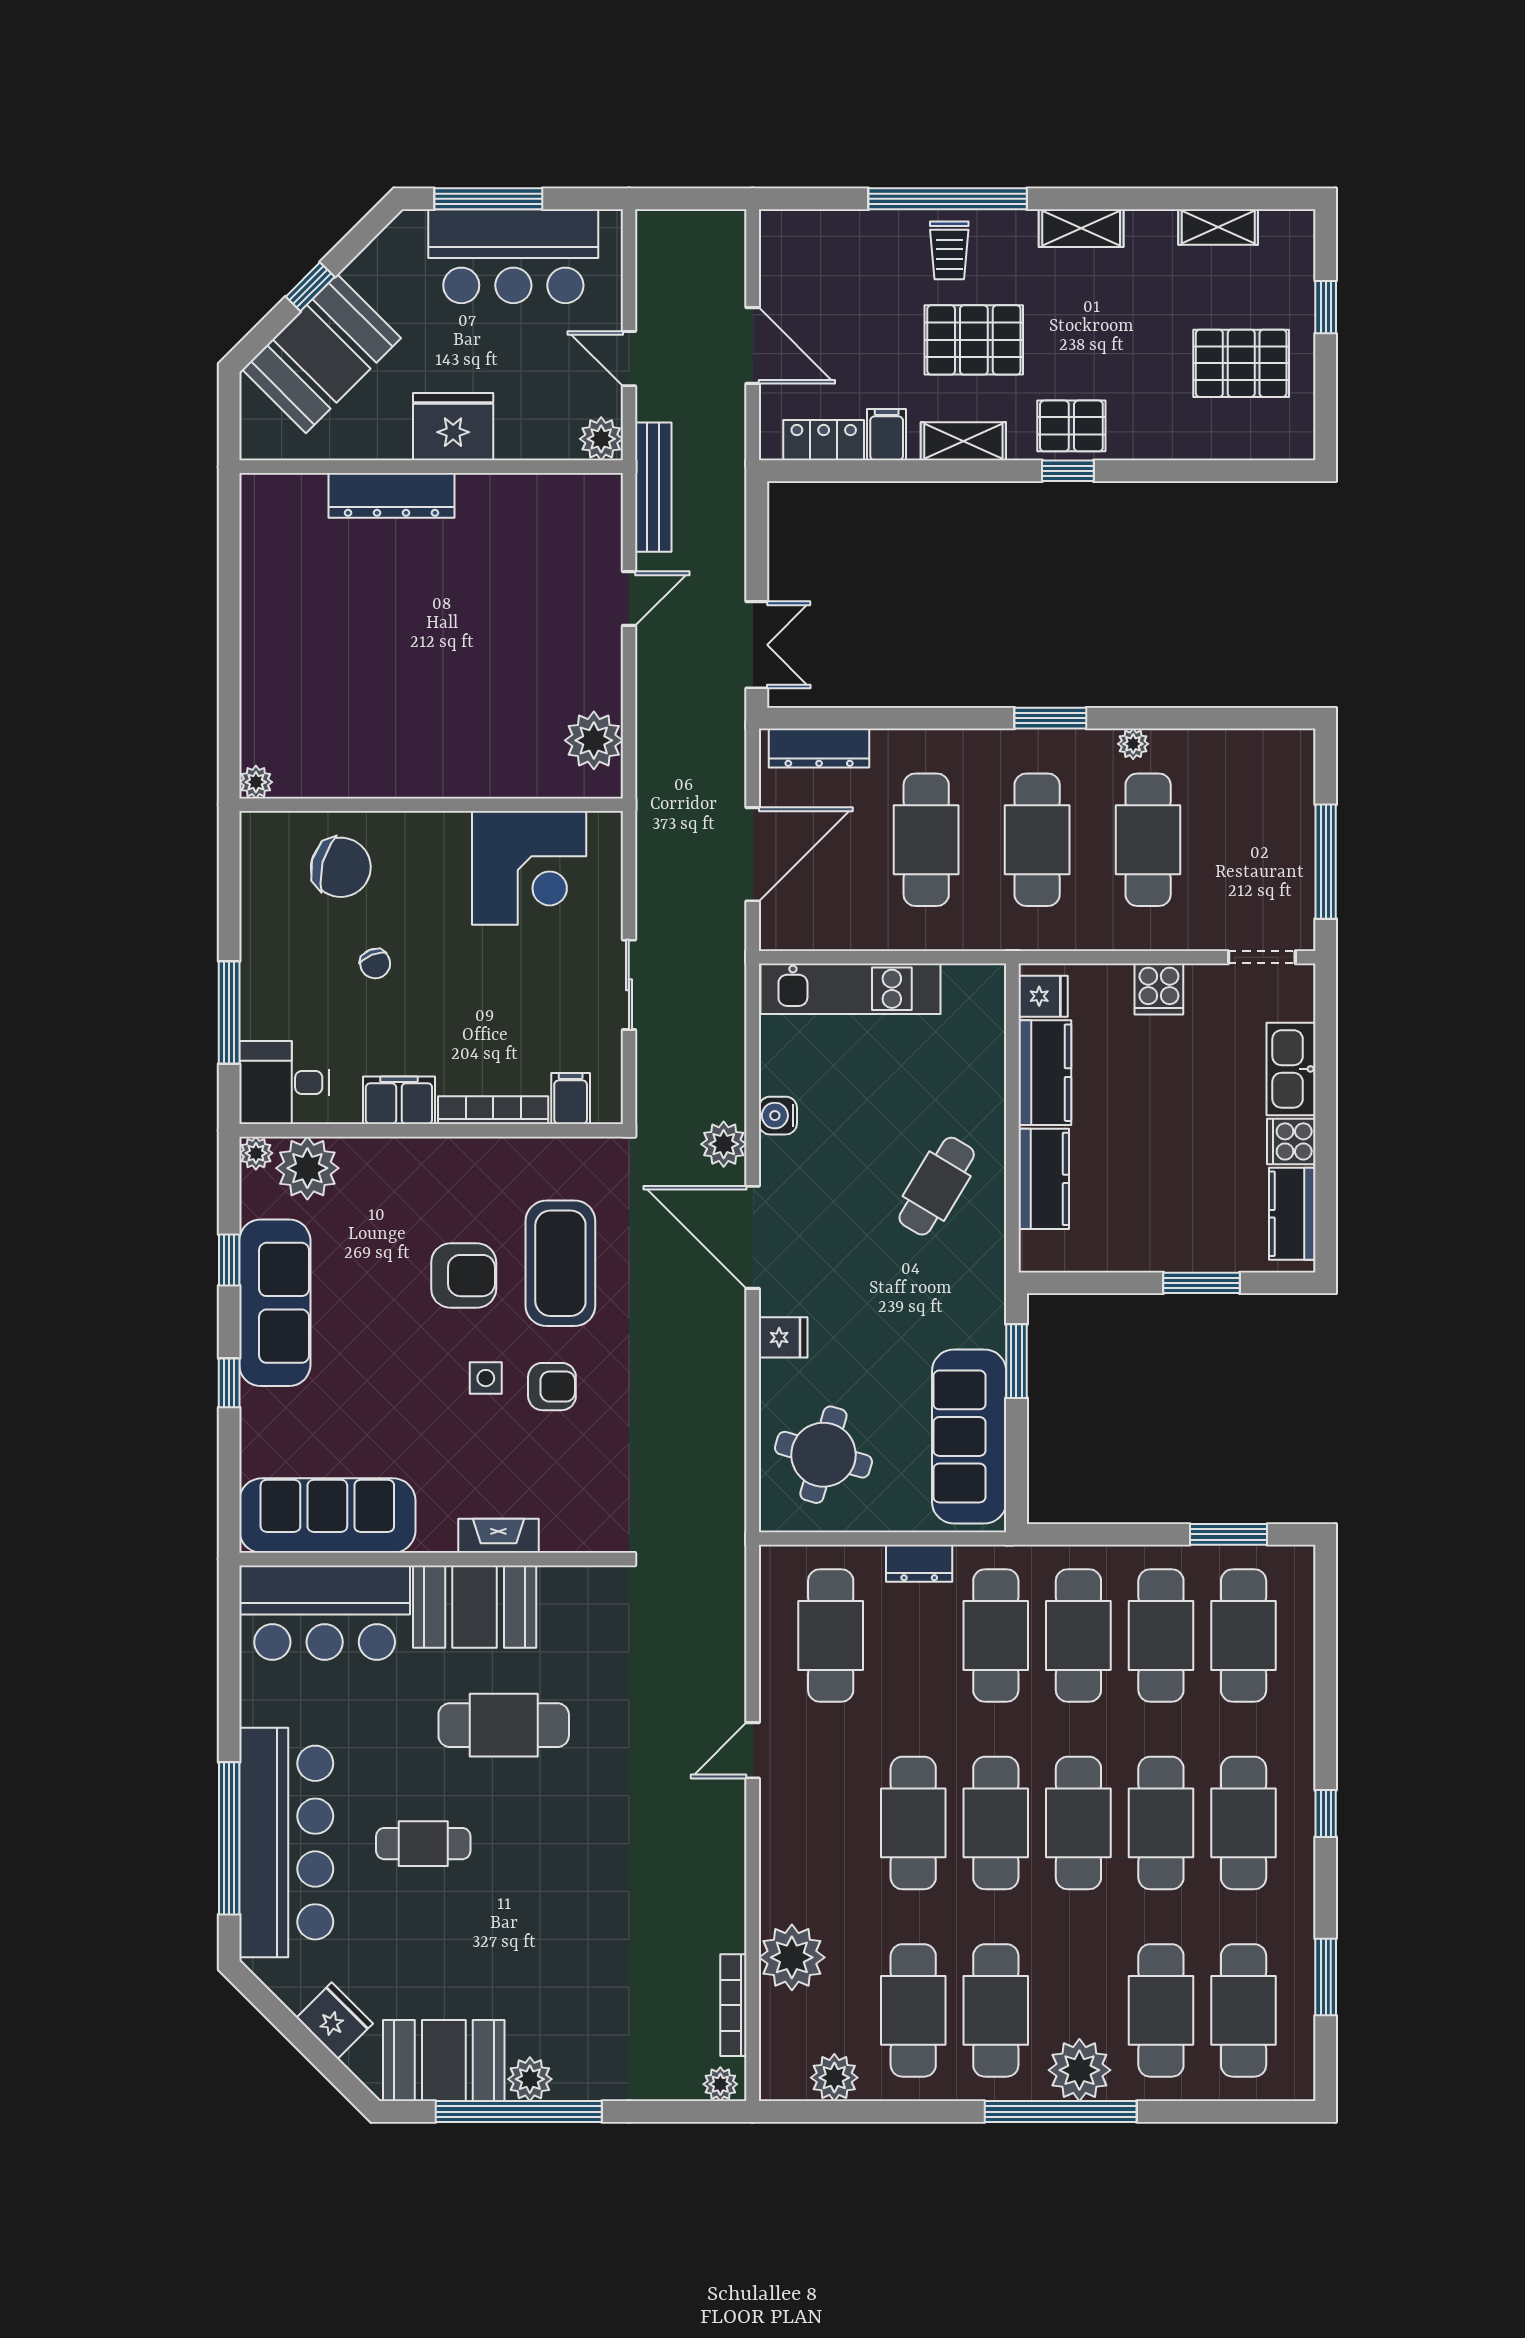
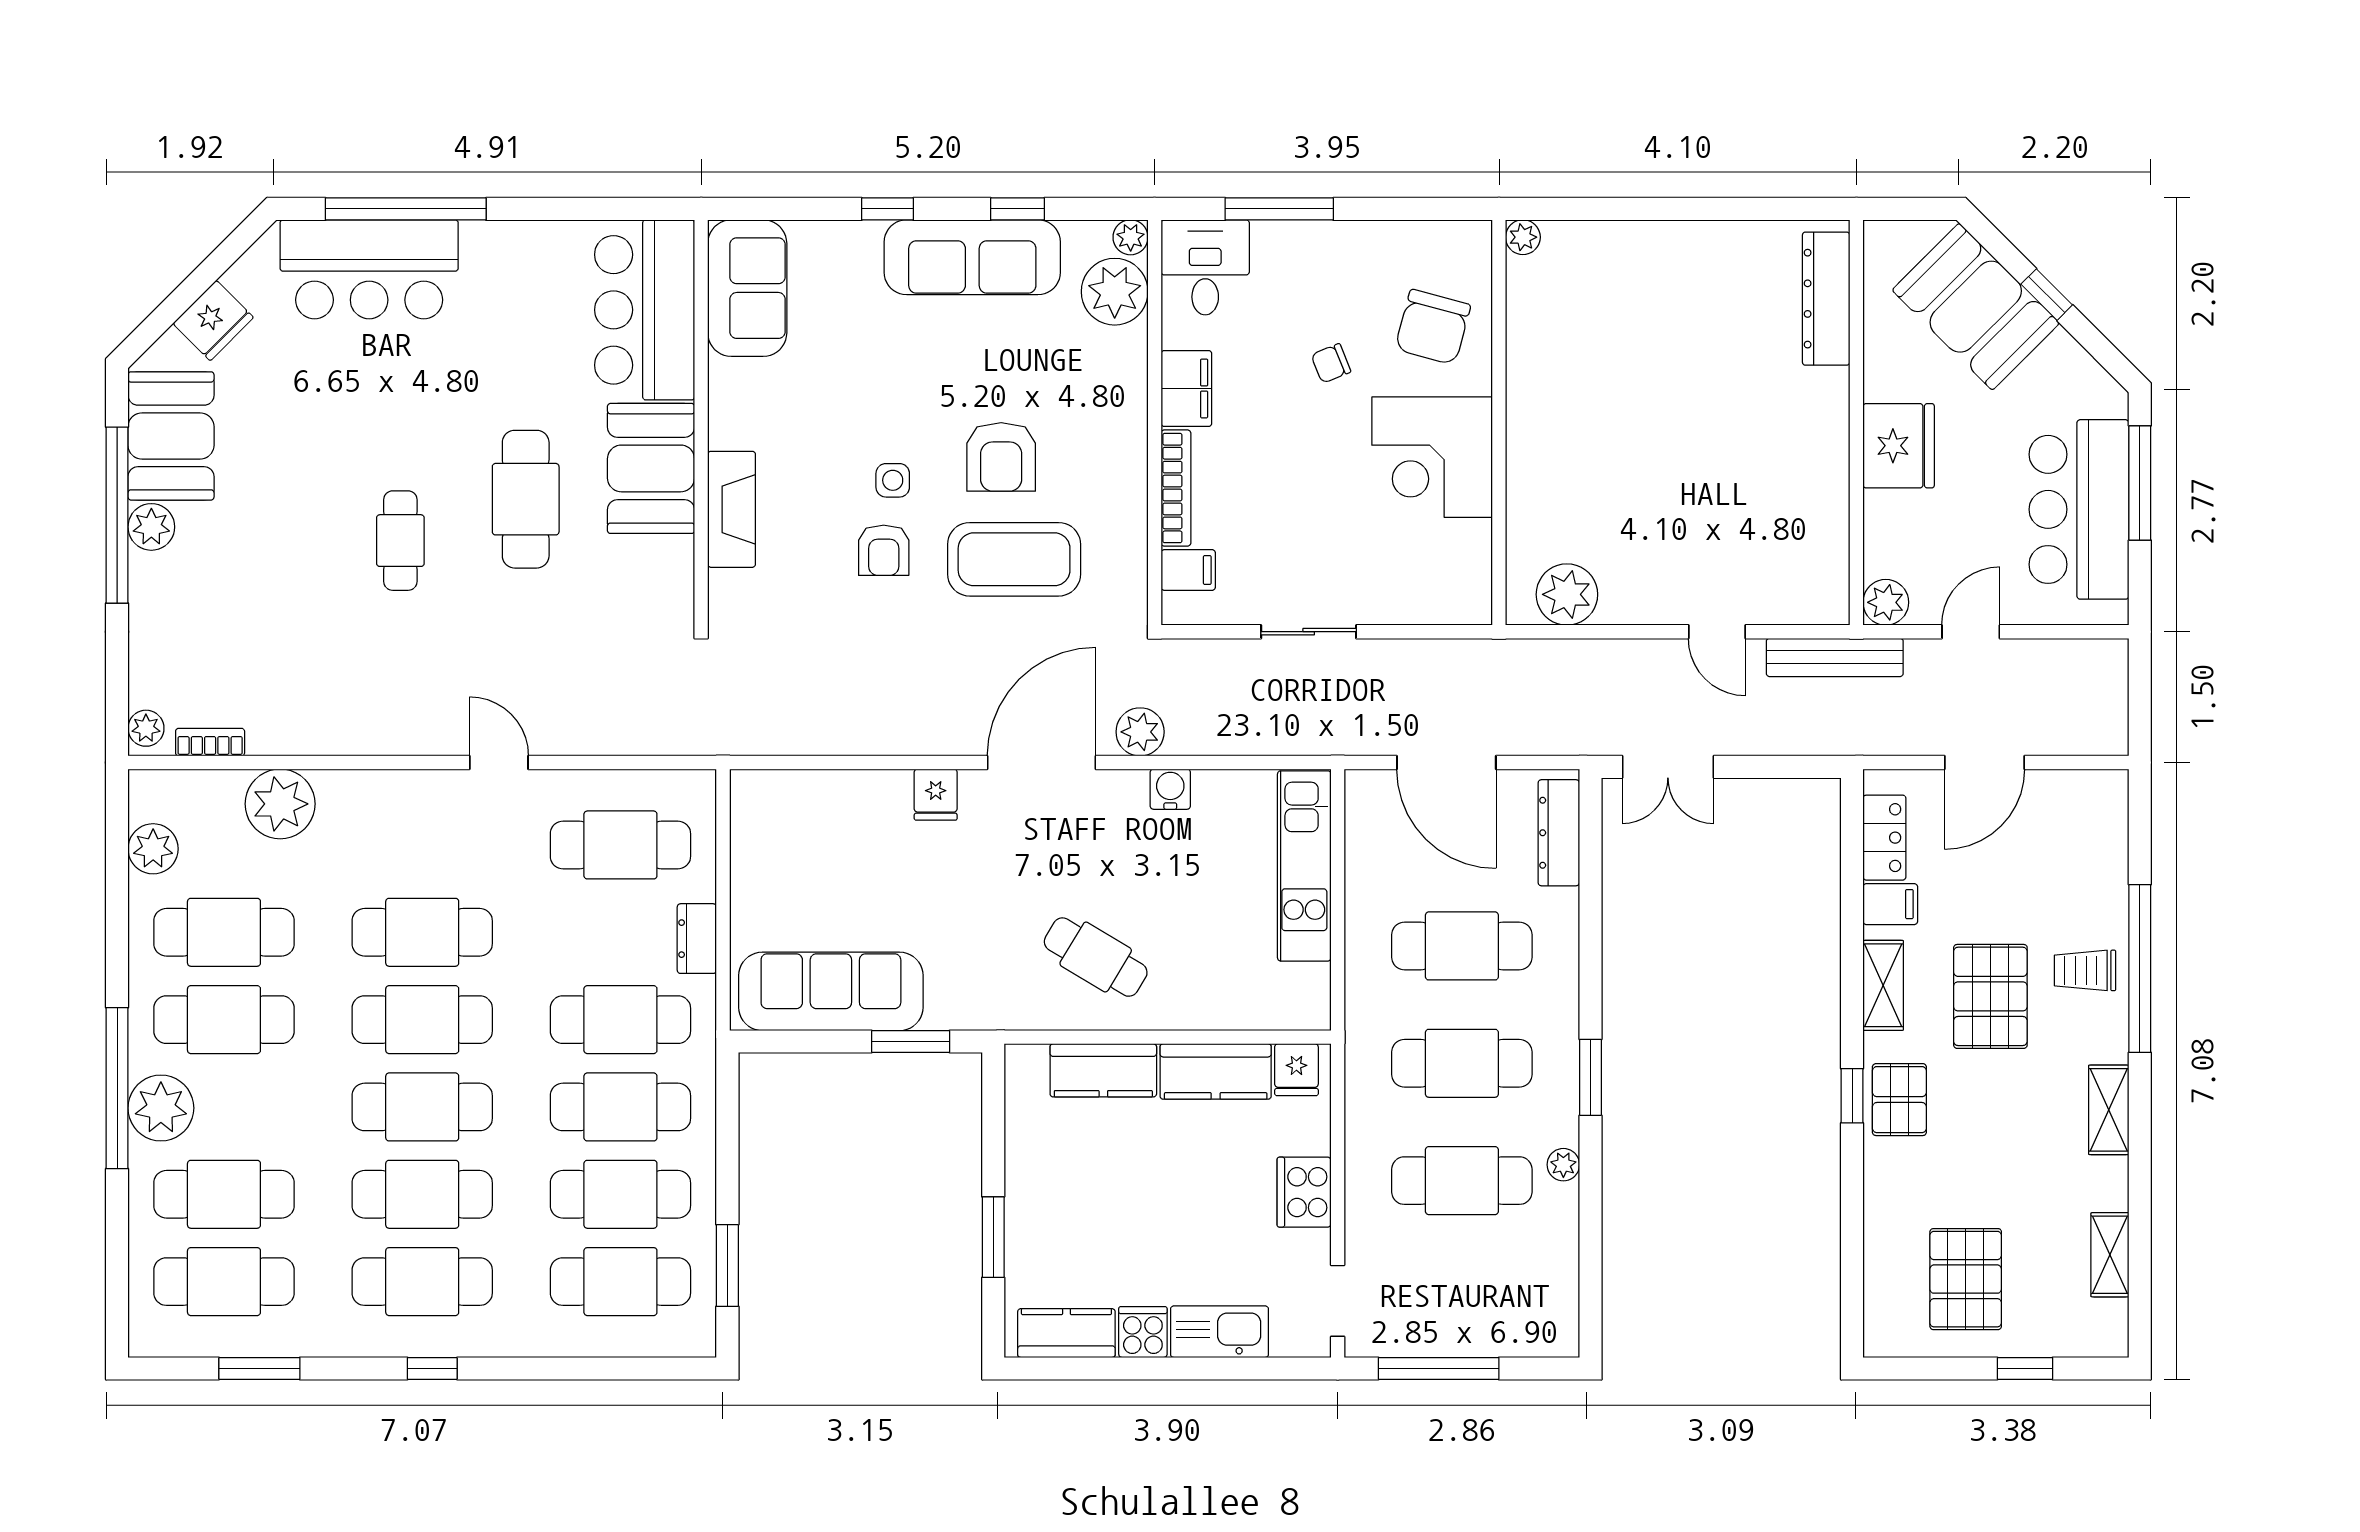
dresser: (392, 495) -> (1826, 299), moved
corner desk: (529, 868) -> (1432, 457), moved
cooker: (1159, 989) -> (1304, 1192), width x1.36
round table: (823, 1455) -> (812, 837), removed
sofa: (327, 1516) -> (747, 288), width x0.73
fireplace: (498, 1536) -> (732, 509), width x1.37, depth x1.32
bar counter: (286, 1843) -> (369, 269), width x0.73
cafe table: (423, 1844) -> (400, 541), moved
bookcase: (733, 2005) -> (210, 742), width x0.64

